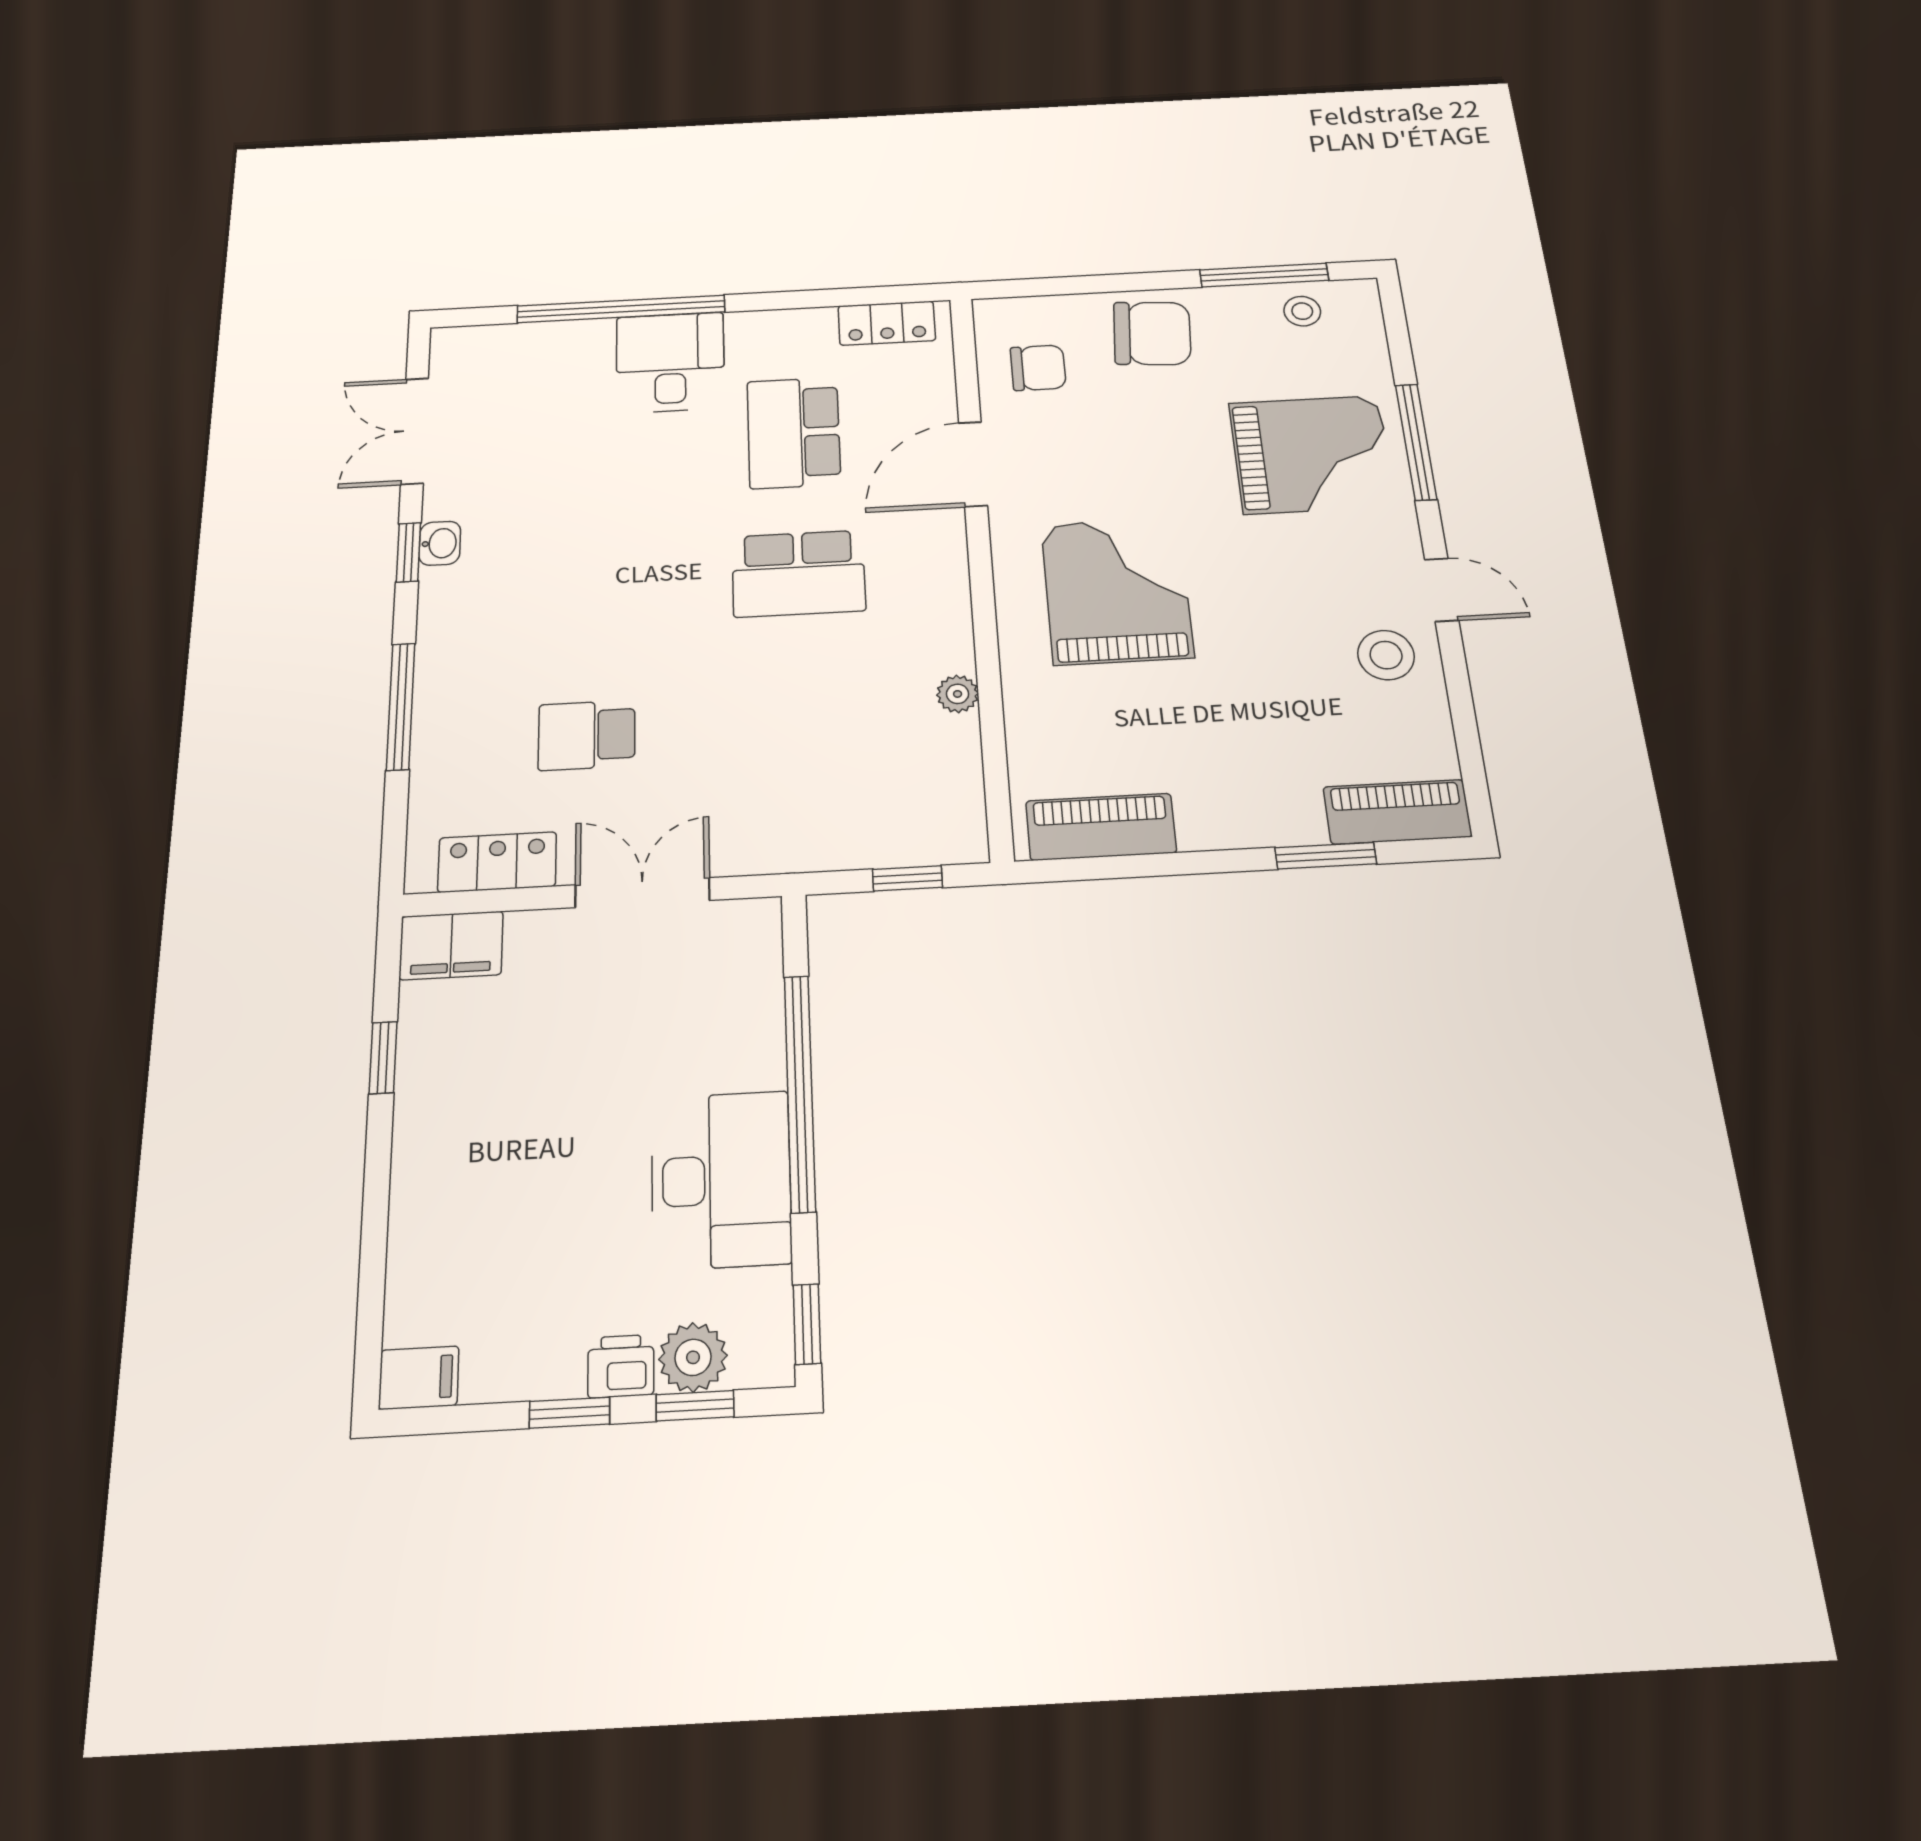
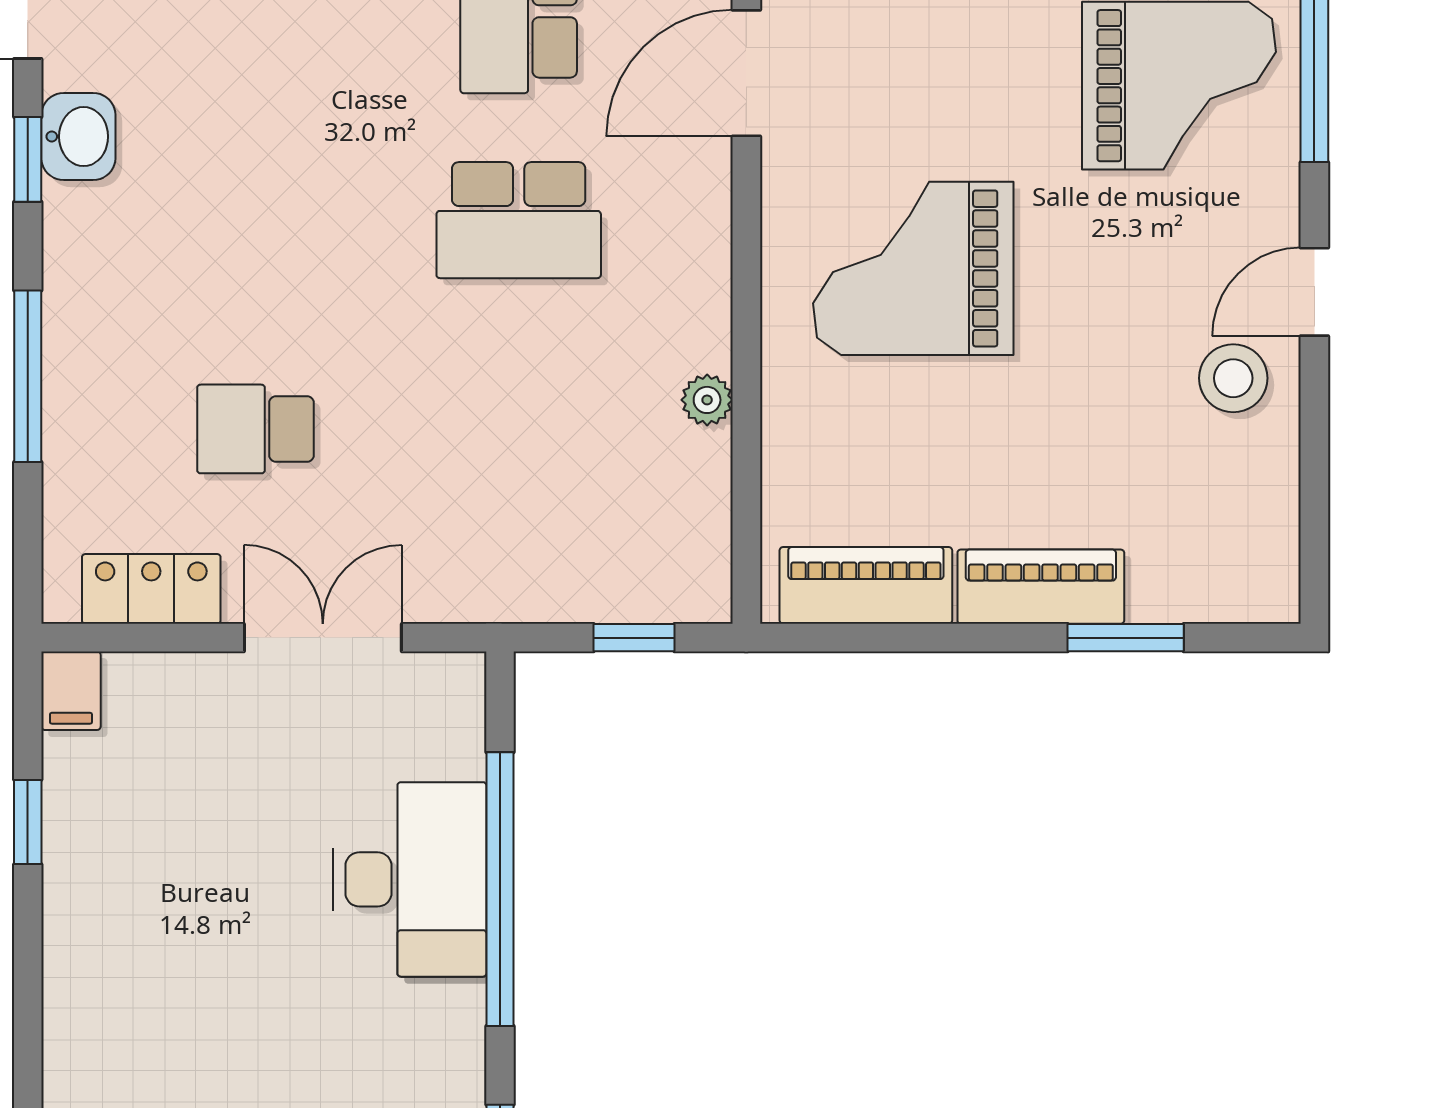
washbasin: (440, 543) -> (78, 137), width x1.38, depth x1.45
door: (1442, 590) -> (1314, 292), swing flipped
grand piano: (1117, 591) -> (913, 268), turned -90
piano: (1397, 812) -> (1041, 587), moved
filing cabinet: (451, 945) -> (71, 691), width x0.50
desk: (721, 1180) -> (410, 879), moved

